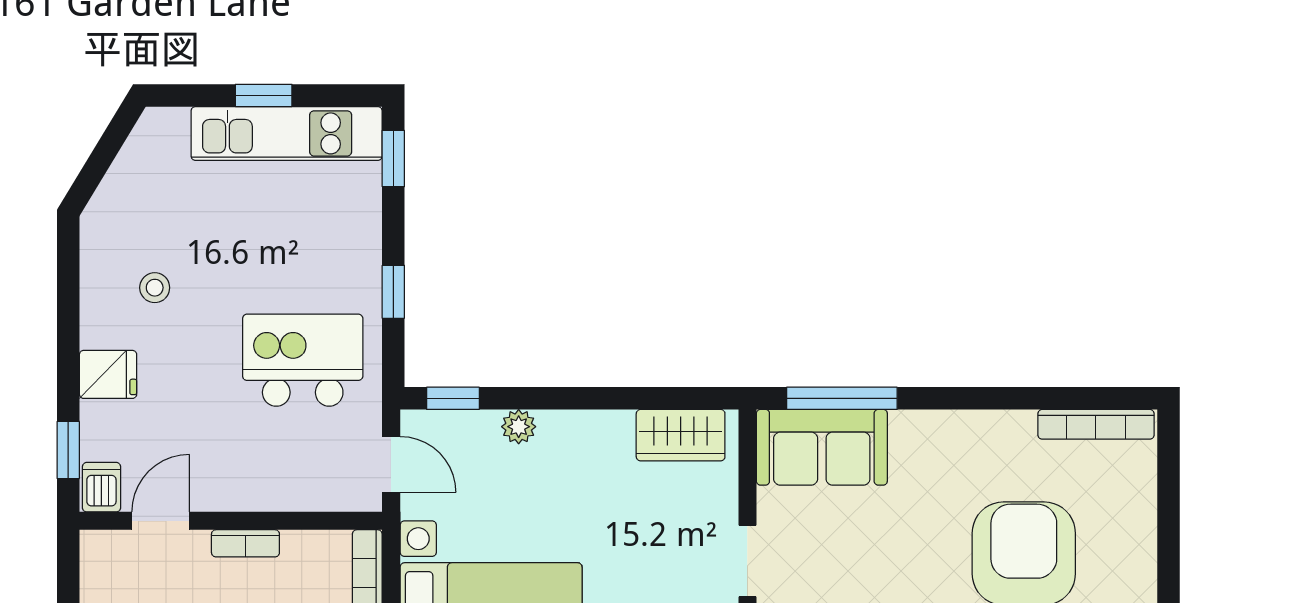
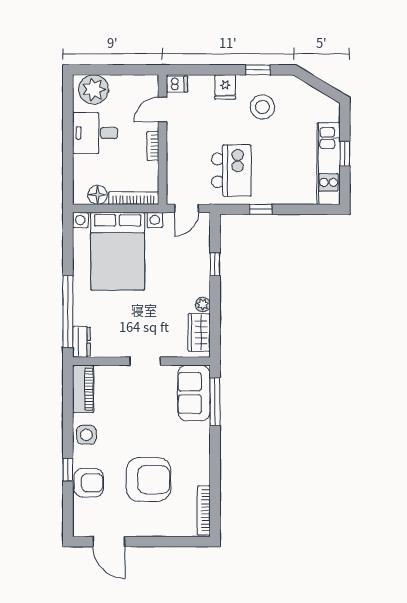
window: (393, 159) -> (318, 209), removed
stool: (155, 288) -> (262, 107), width x1.89, depth x1.89
window: (453, 398) -> (215, 264), moved
plant: (519, 427) -> (203, 305), moved
window: (68, 450) -> (258, 70), moved
door: (161, 521) -> (162, 109), swing flipped

